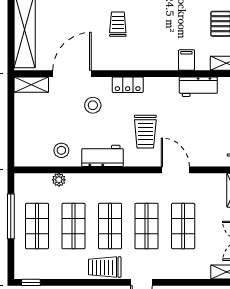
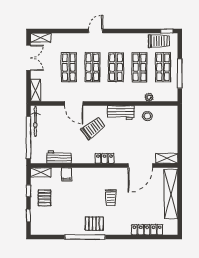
stool: (93, 105) -> (127, 145), removed
trolley: (145, 132) -> (93, 128), turned 53
trolley: (105, 267) -> (159, 41), moved

